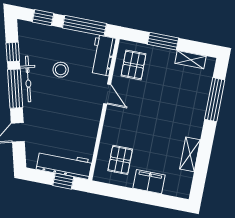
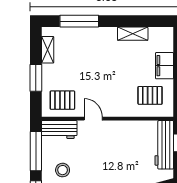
stool: (61, 70) -> (63, 170), moved
door: (107, 94) -> (93, 119), hinge flipped

